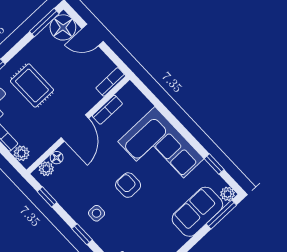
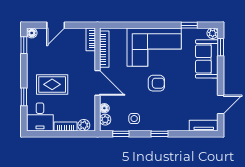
window: (44, 23) -> (24, 45), width x0.67
floor lamp: (63, 27) -> (32, 33), width x0.53, depth x0.53
bookcase: (107, 110) -> (104, 49), width x1.56
armchair: (128, 185) -> (156, 83), turned 180
side table: (97, 213) -> (134, 119), moved
window: (221, 214) -> (221, 47), width x0.67

